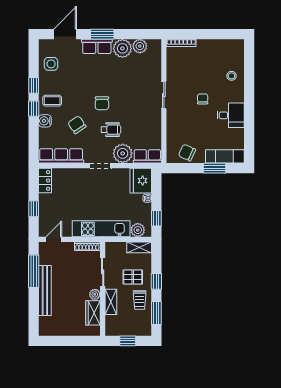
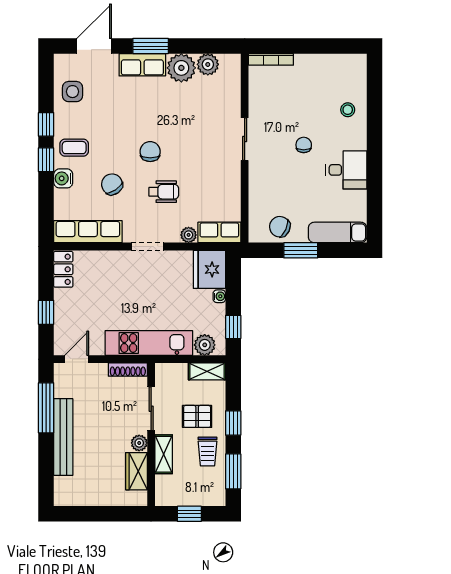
chair: (102, 103) -> (150, 152), turned 180
plant: (123, 153) -> (189, 235), width x0.53, depth x0.53
window: (215, 168) -> (301, 250), moved

